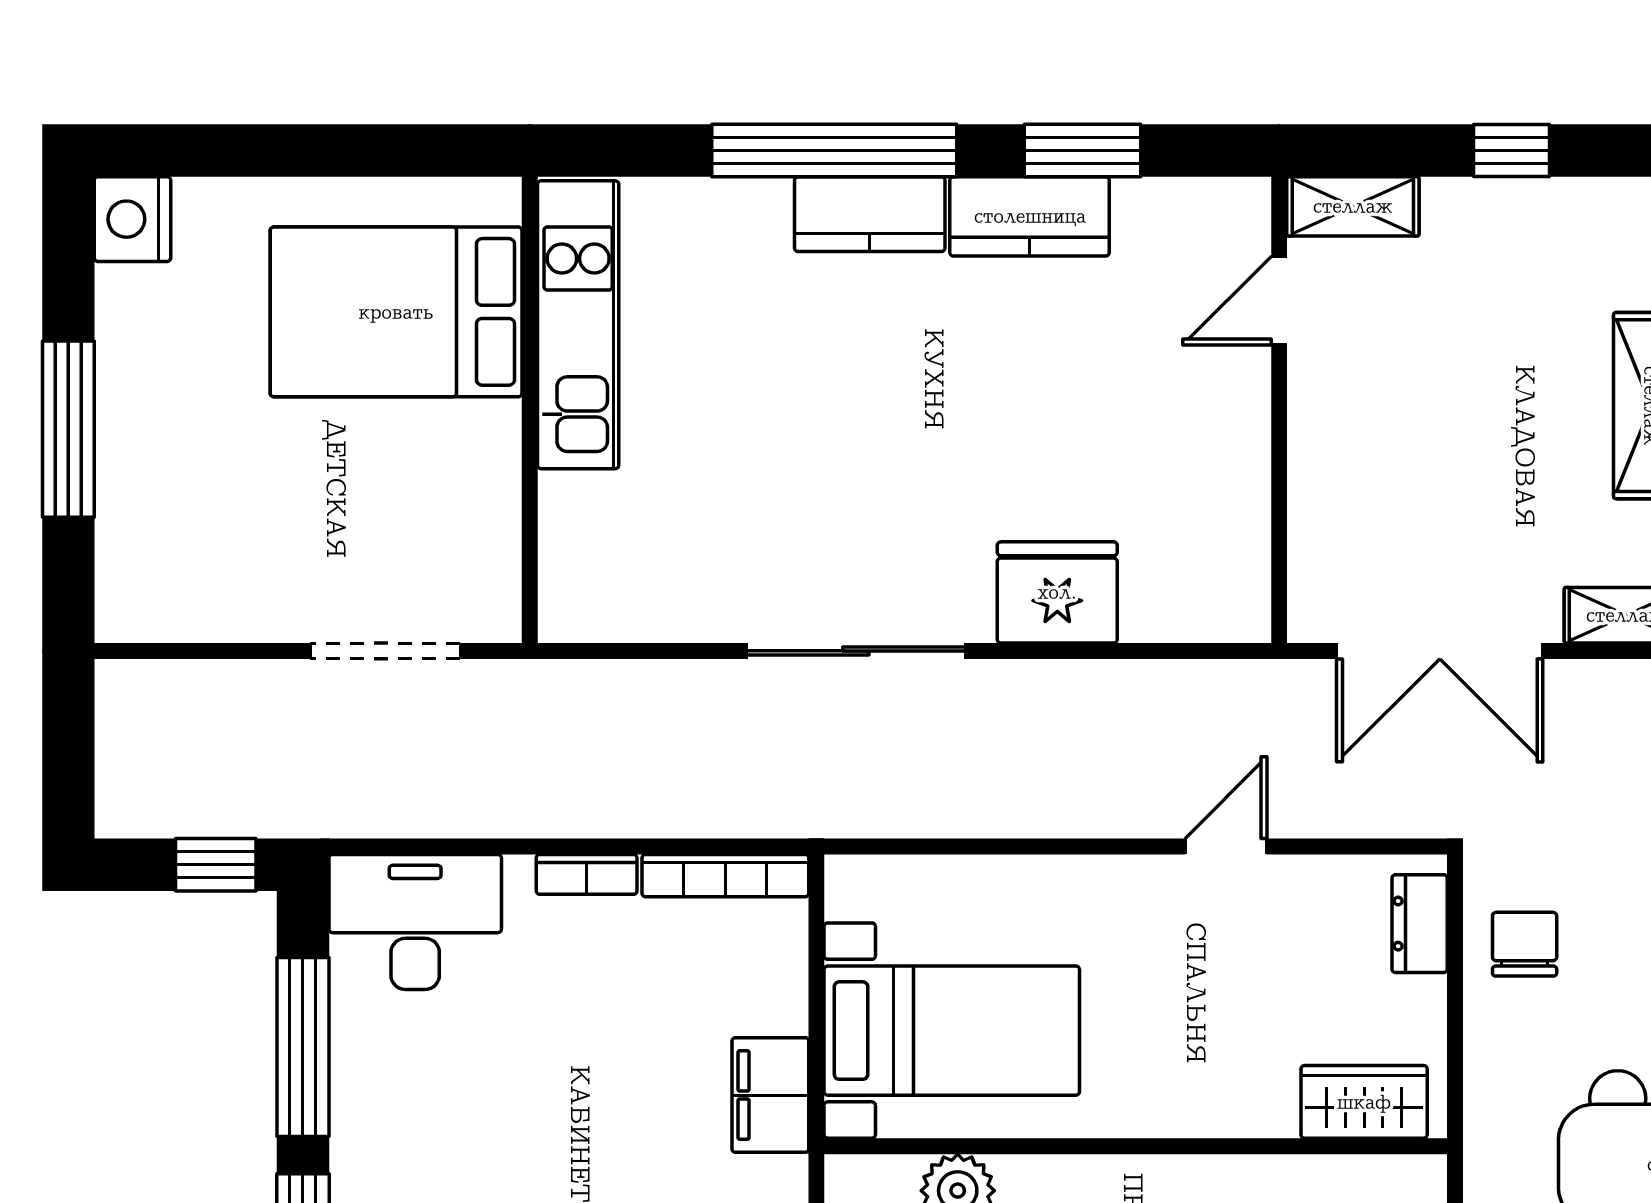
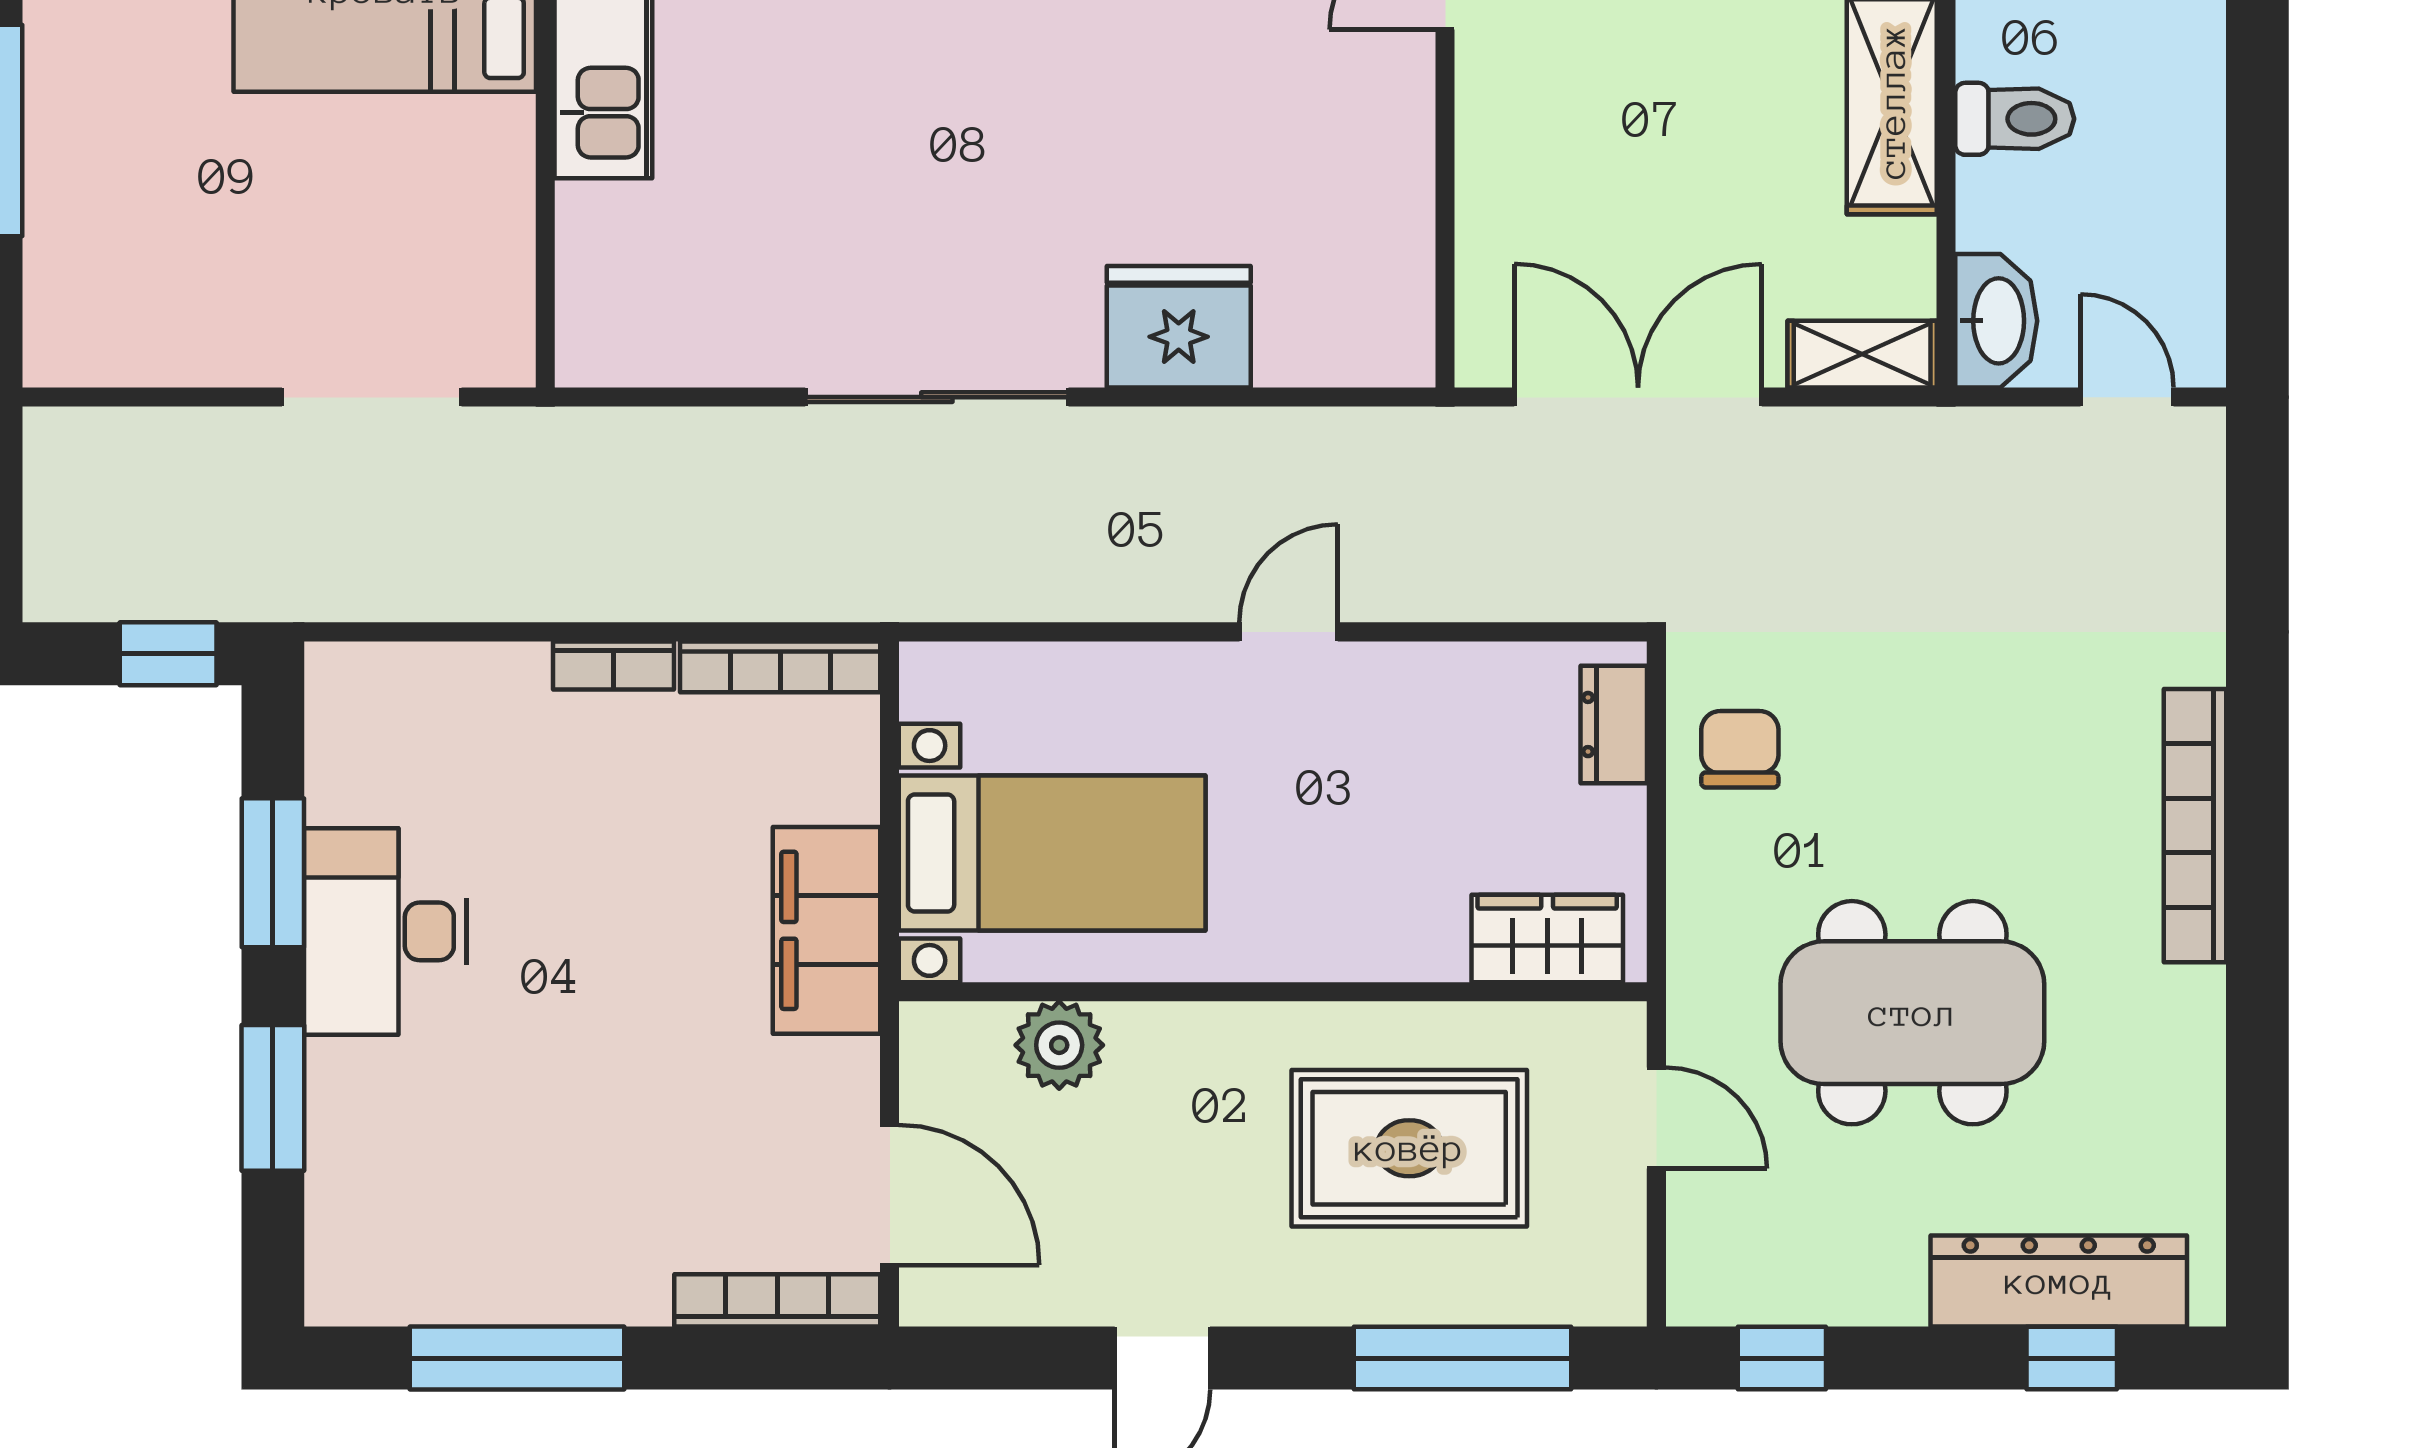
double door: (1440, 651) -> (1638, 397), swing flipped
door: (1226, 846) -> (1289, 632), moved
desk: (415, 922) -> (385, 931), moved, turned -90
window: (303, 1047) -> (273, 873), width x0.69
filing cabinet: (770, 1095) -> (826, 930), width x1.50, depth x1.17

